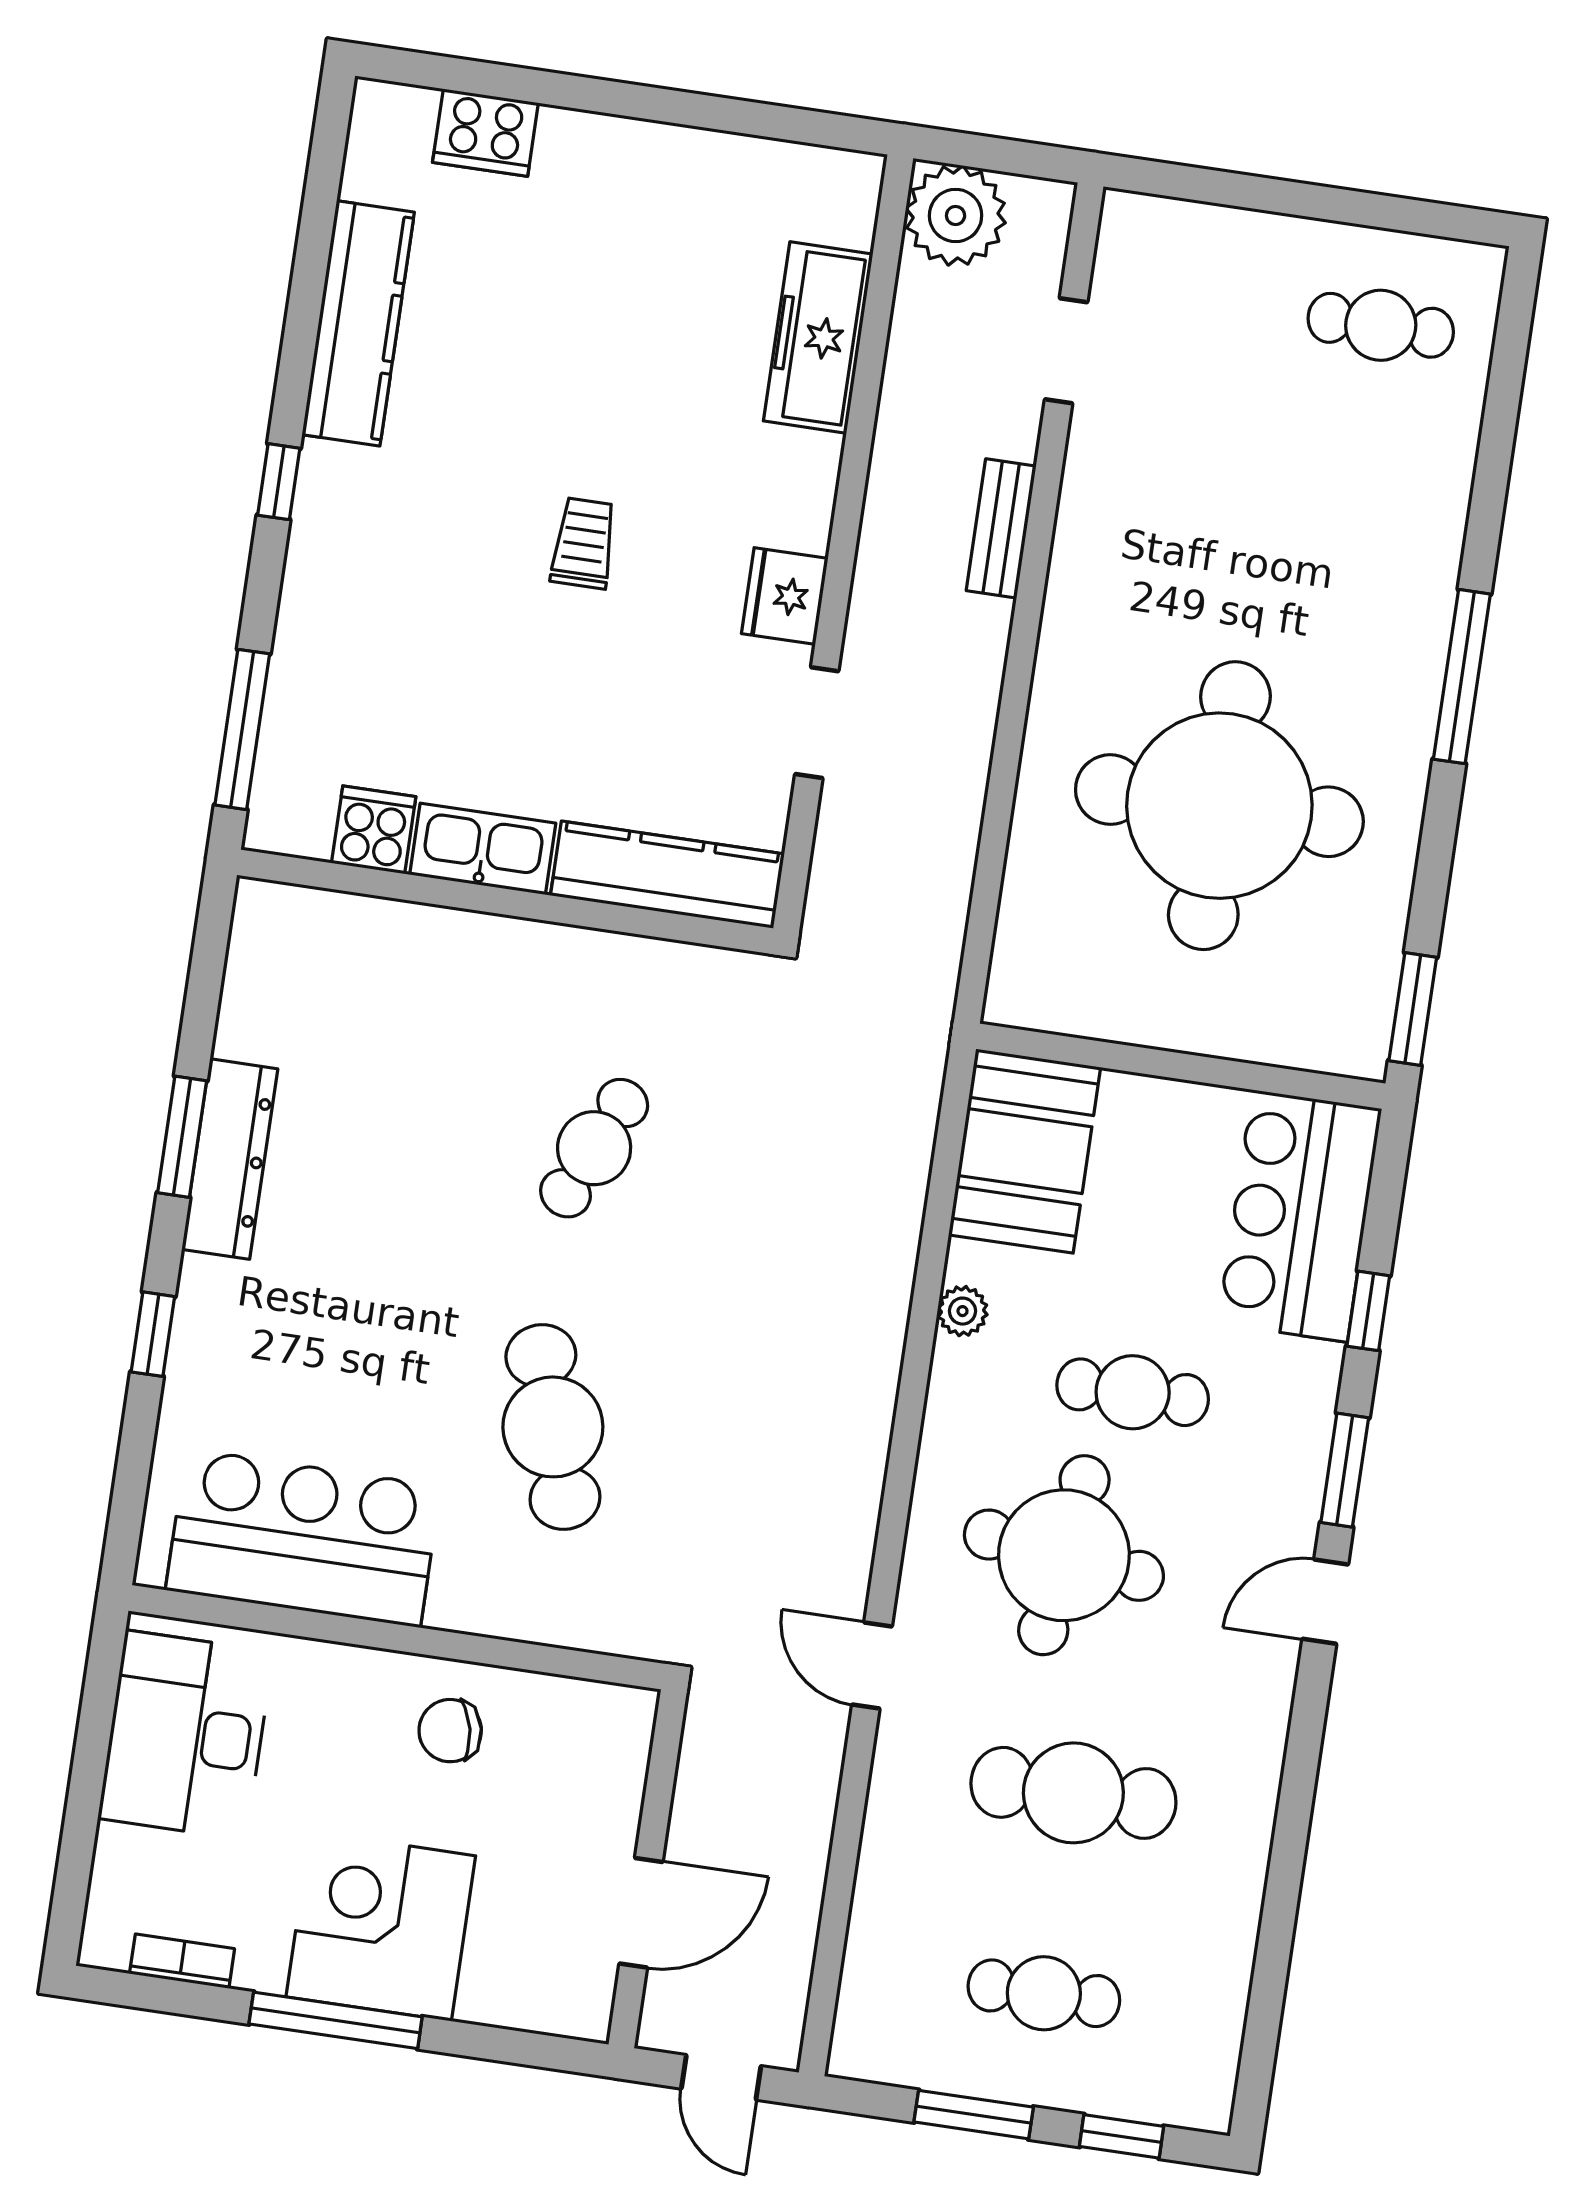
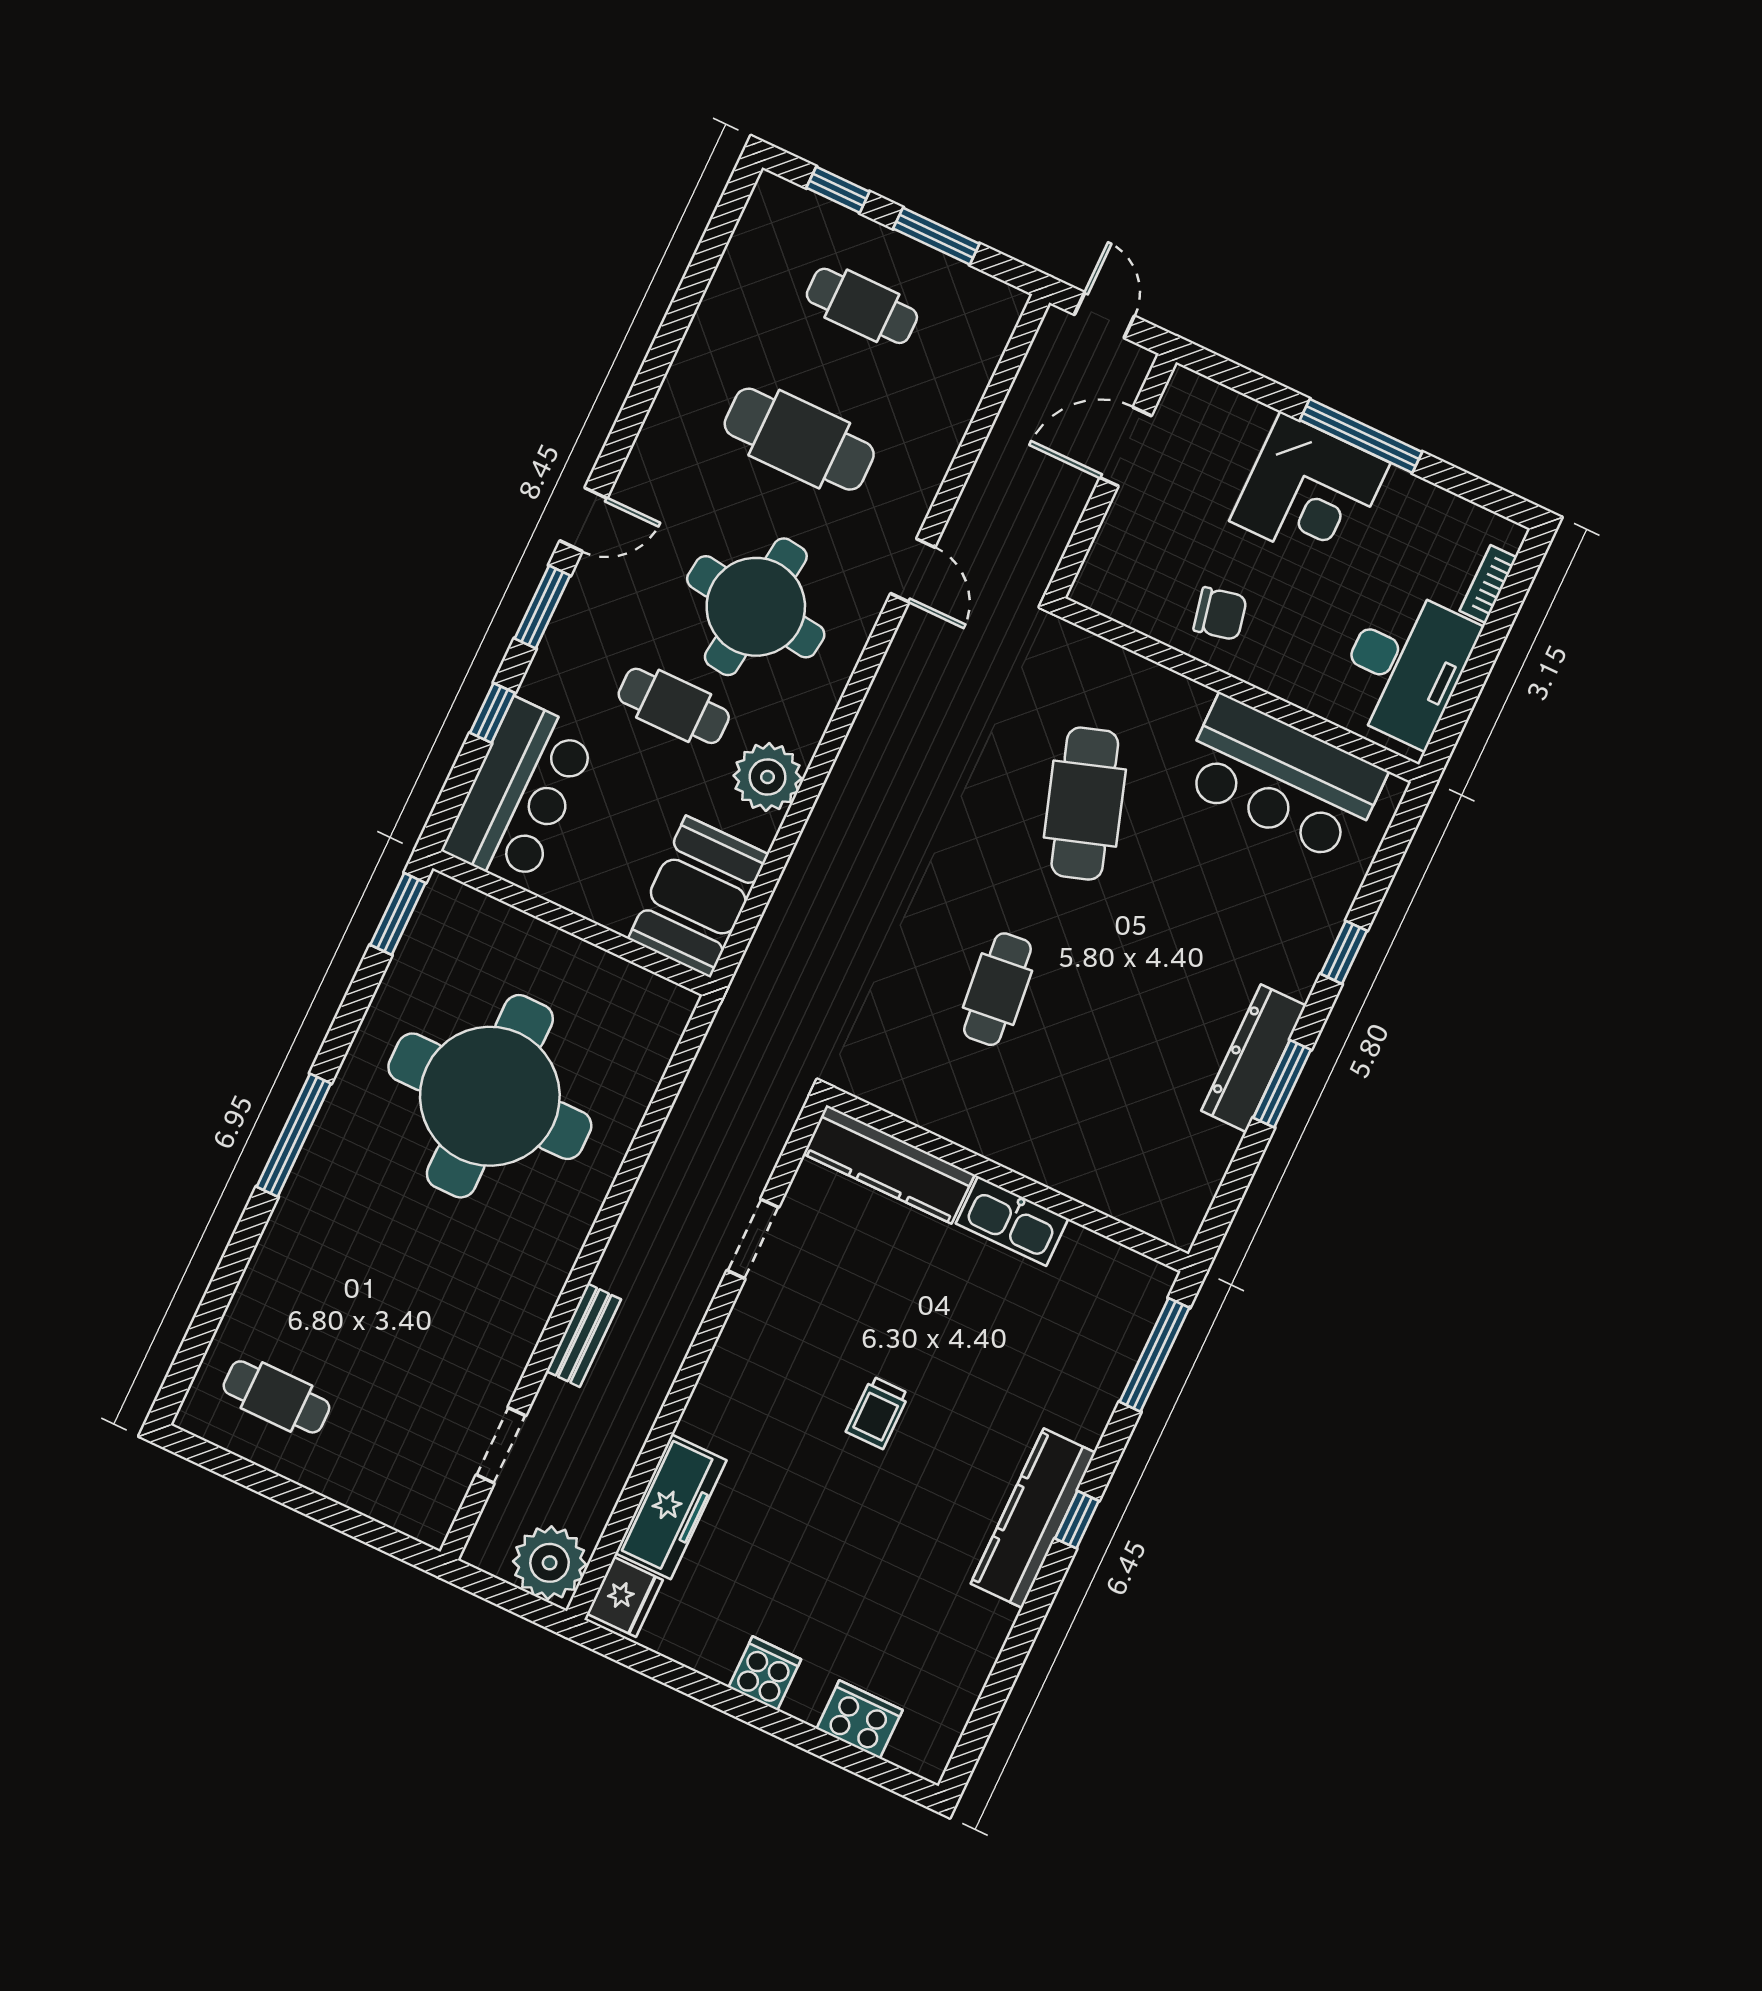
kitchen counter: (358, 323) -> (1033, 1518), moved
fridge: (785, 596) -> (625, 1597), moved
cooker: (374, 830) -> (765, 1673), moved, turned 180
cafe table: (594, 1148) -> (997, 989), turned -30
plant: (962, 1311) -> (767, 777), width x1.88, depth x1.88
bookcase: (182, 1961) -> (1488, 584), moved, turned 90

